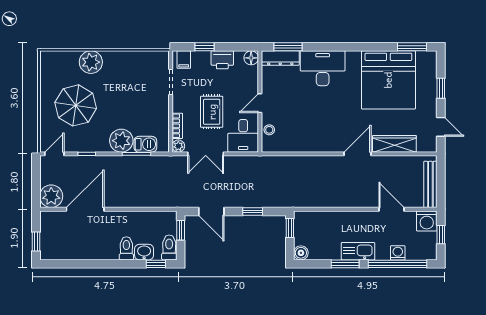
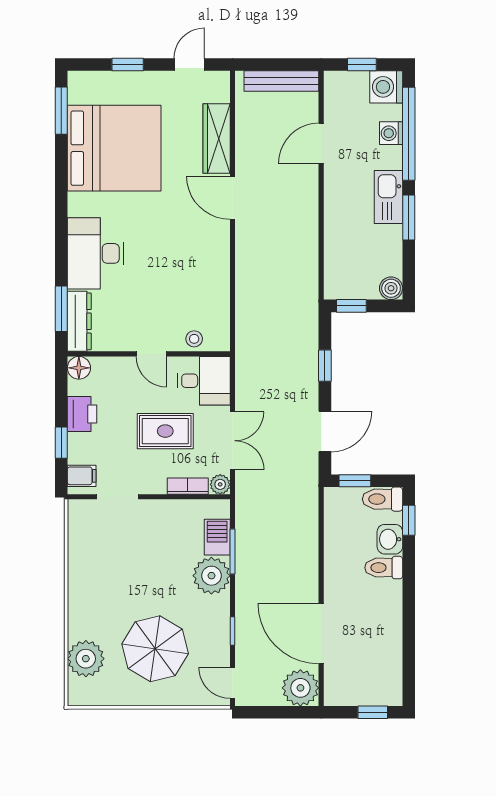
plant: (91, 62) -> (86, 659), moved
washing machine: (427, 221) -> (386, 87), moved, turned 180

